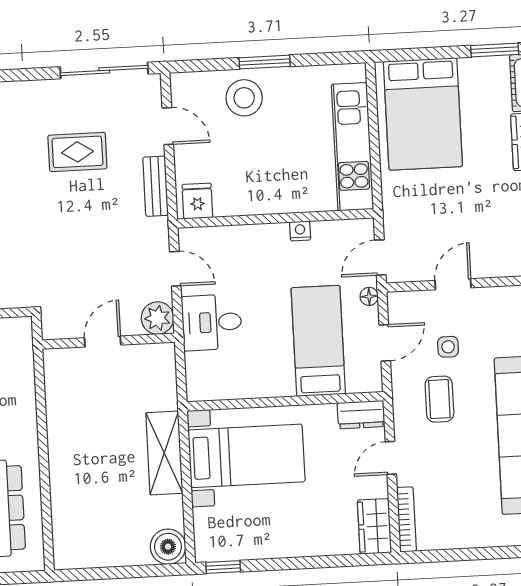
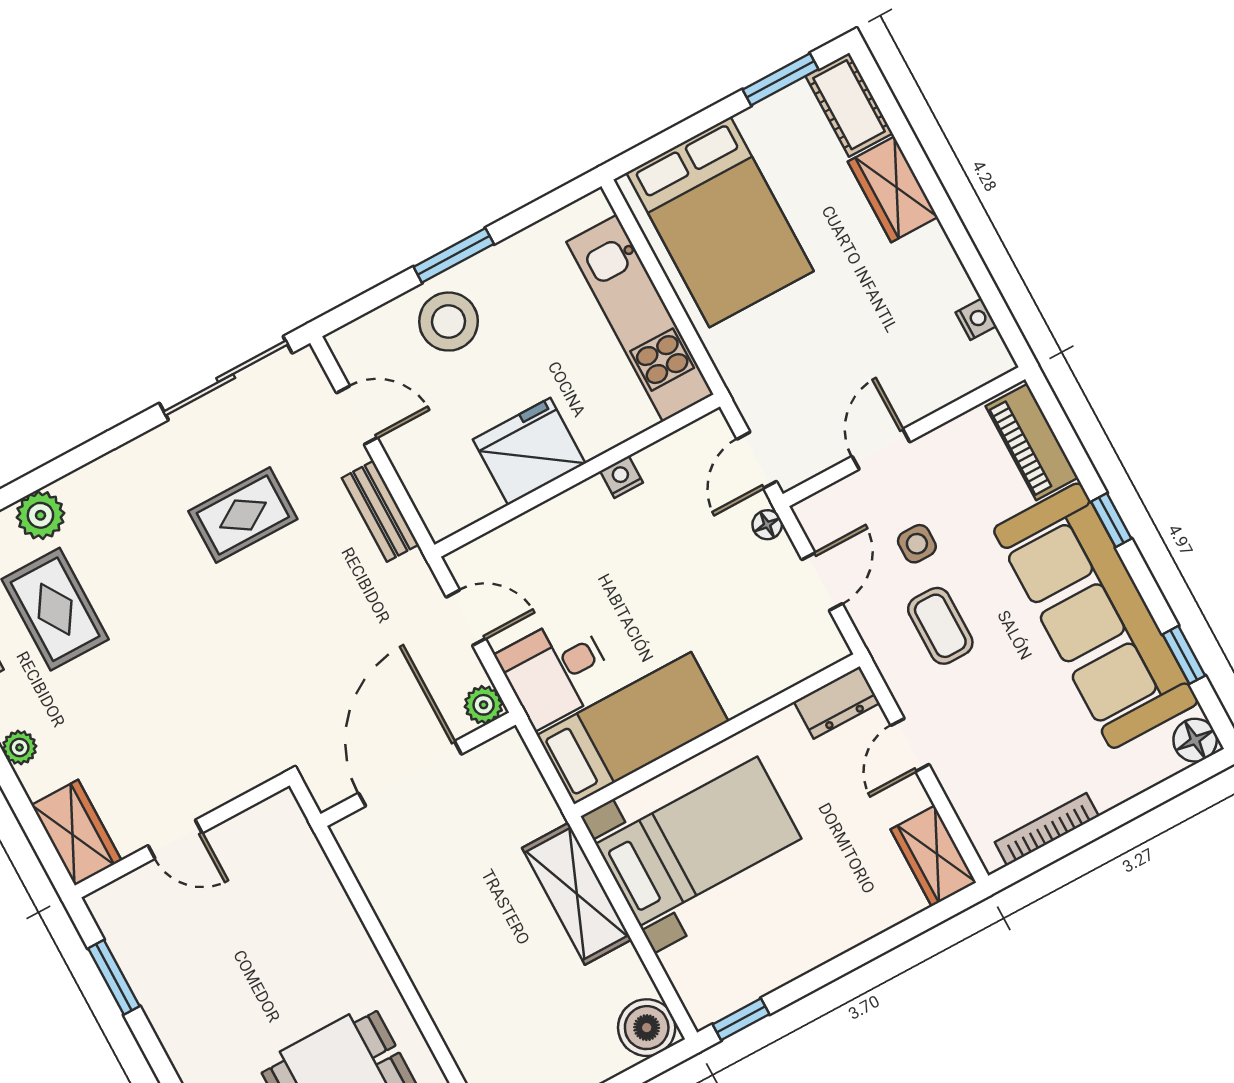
fridge: (197, 201) -> (529, 451), moved, width x1.88, depth x1.34
plant: (157, 318) -> (484, 705), width x0.73, depth x0.73
door: (103, 341) -> (410, 774), width x1.88
bed: (318, 341) -> (633, 728), moved, turned 90
bookcase: (406, 519) -> (1047, 829), moved, turned -90

